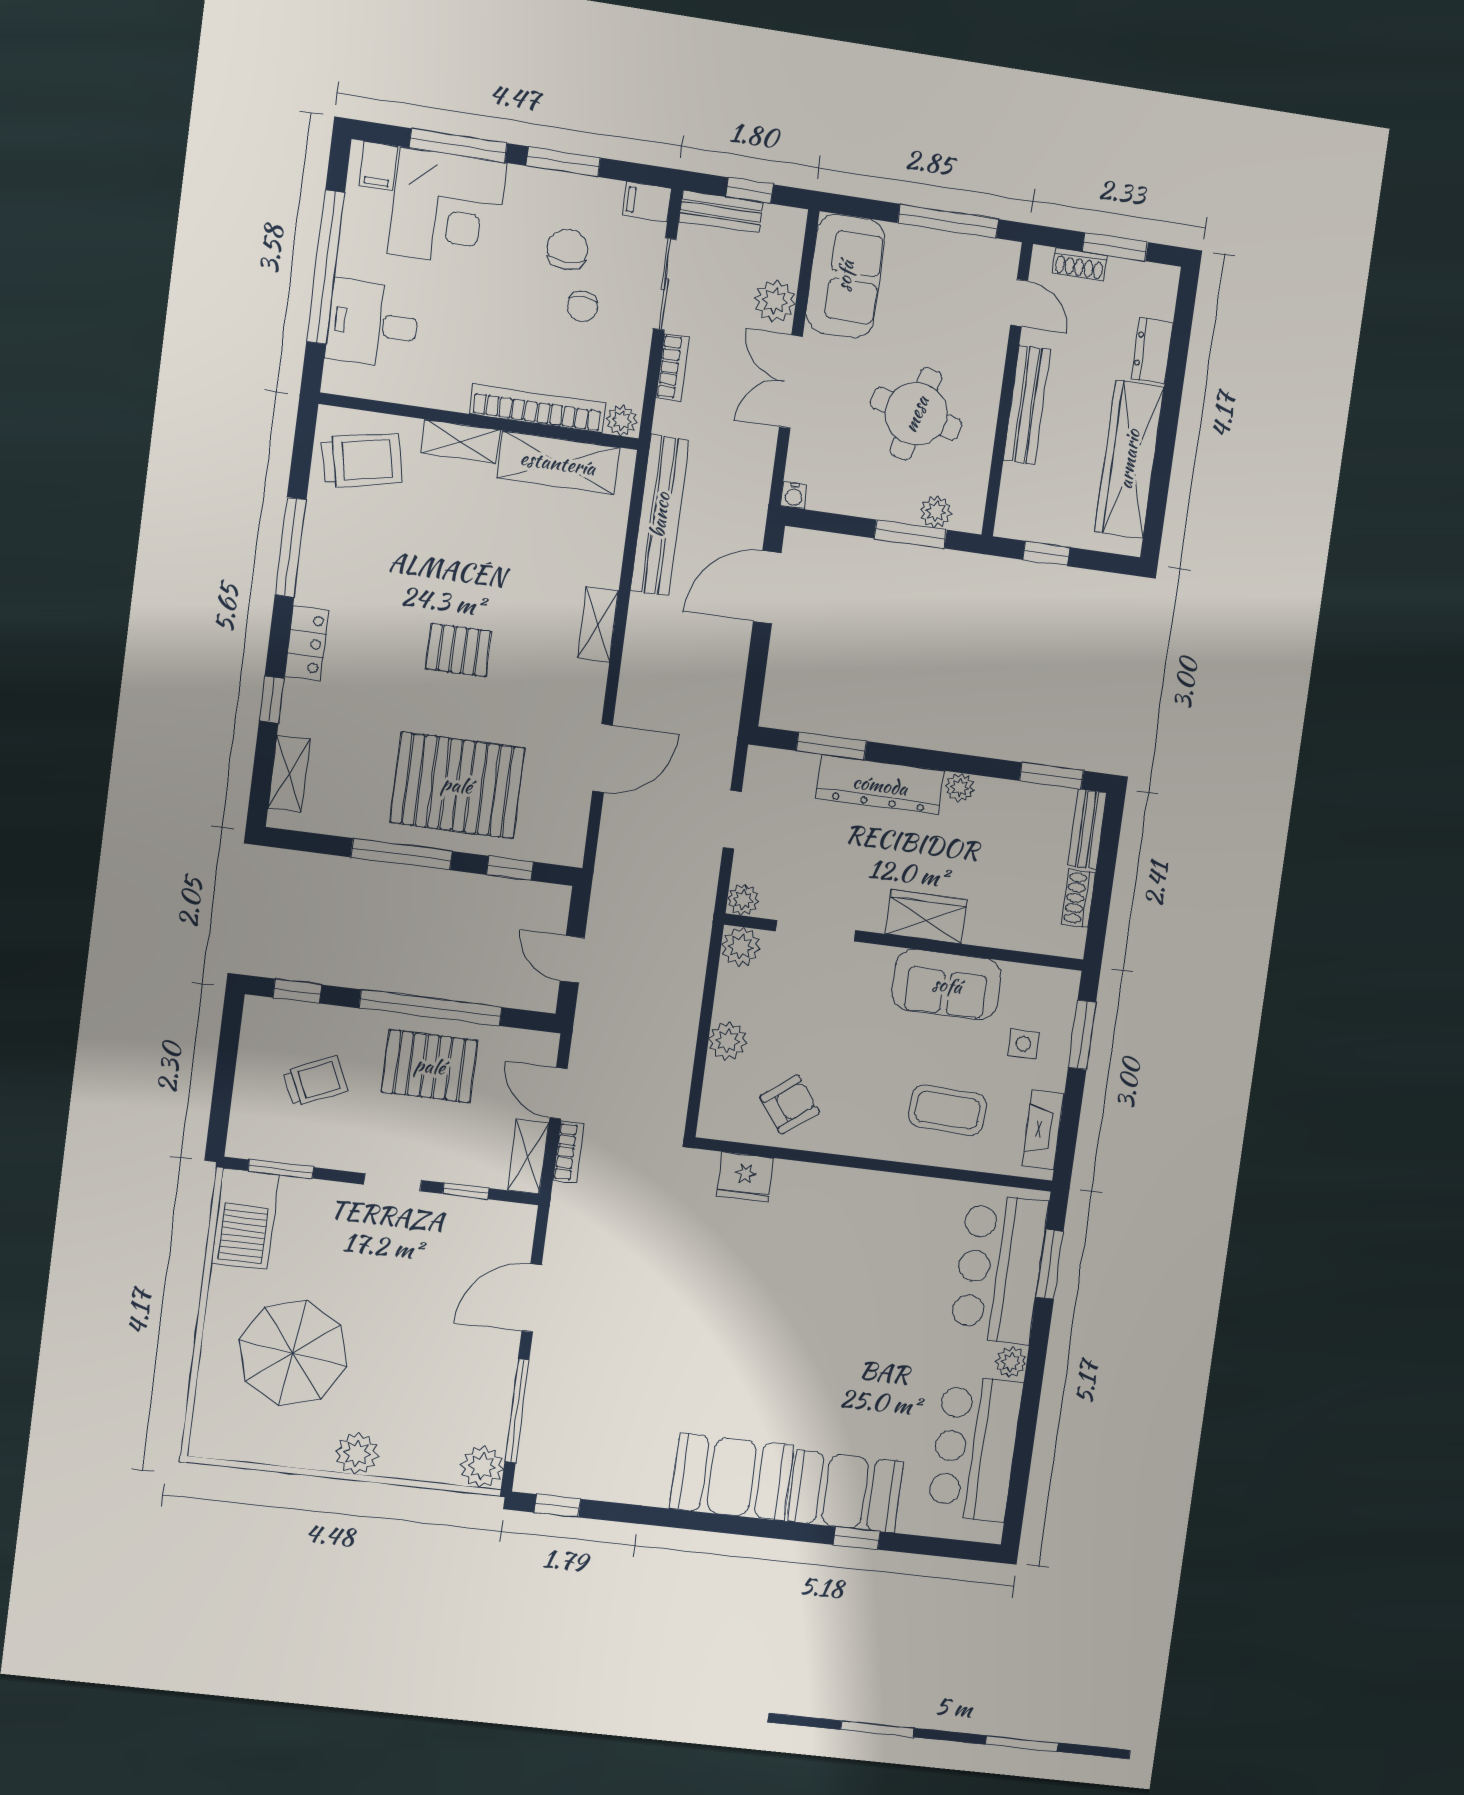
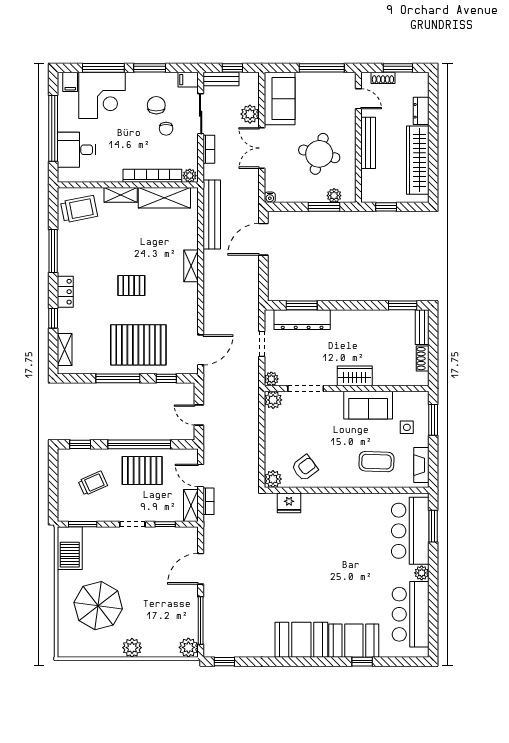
door: (603, 758) -> (201, 350), moved
dresser: (880, 785) -> (302, 320), moved
plant: (960, 788) -> (362, 316), removed
plant: (728, 1041) -> (273, 479), moved

